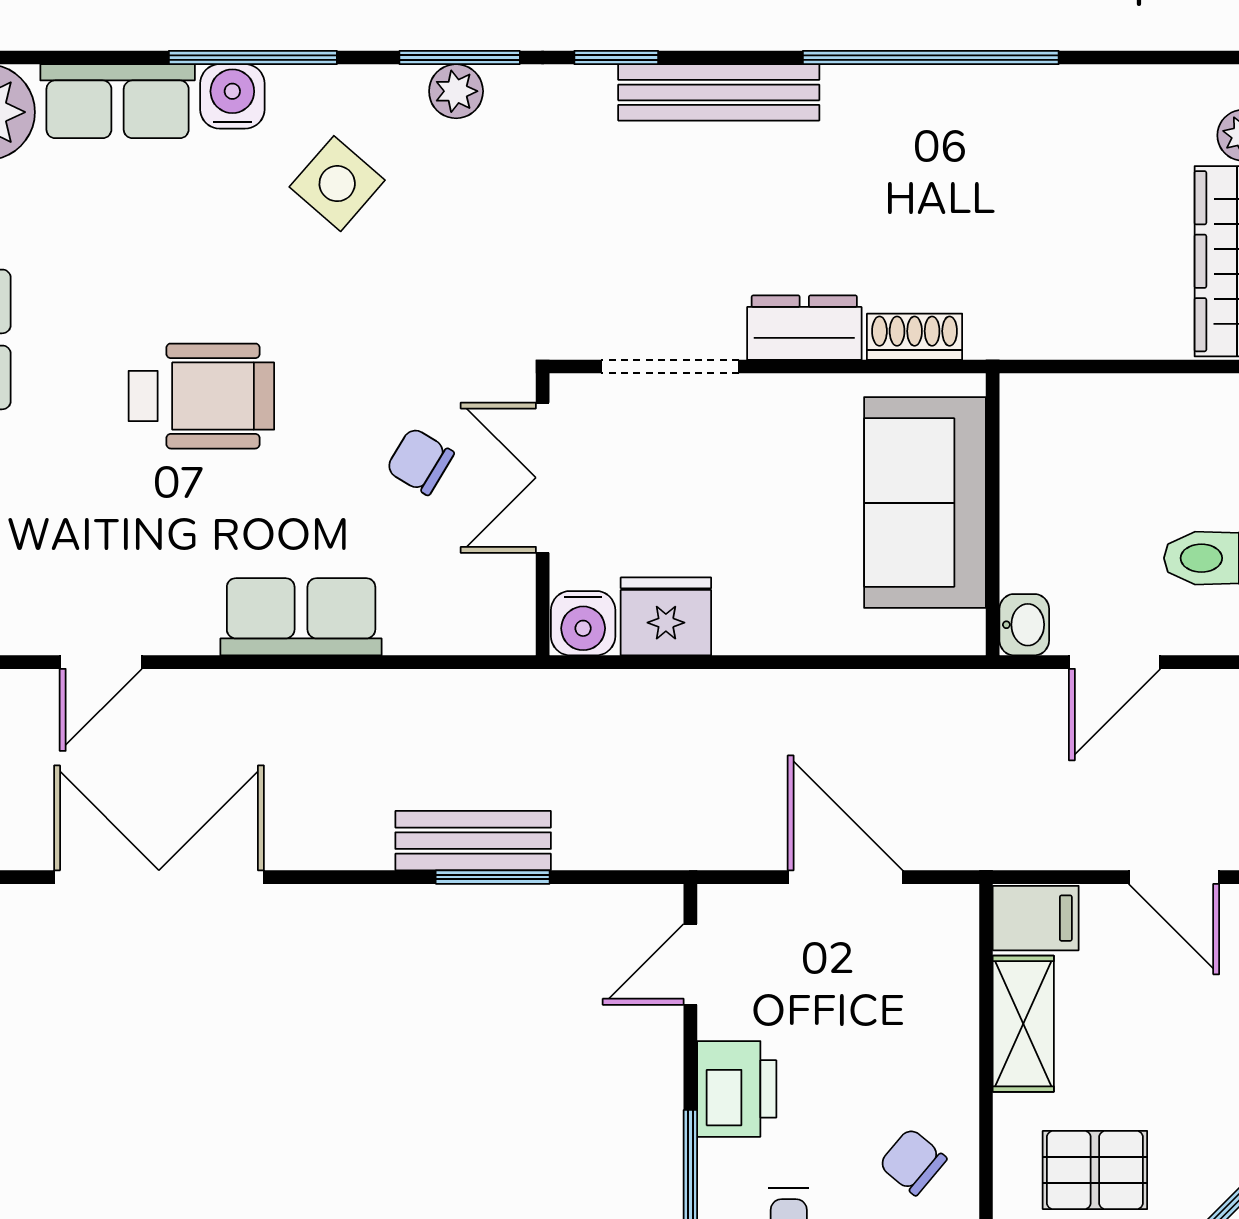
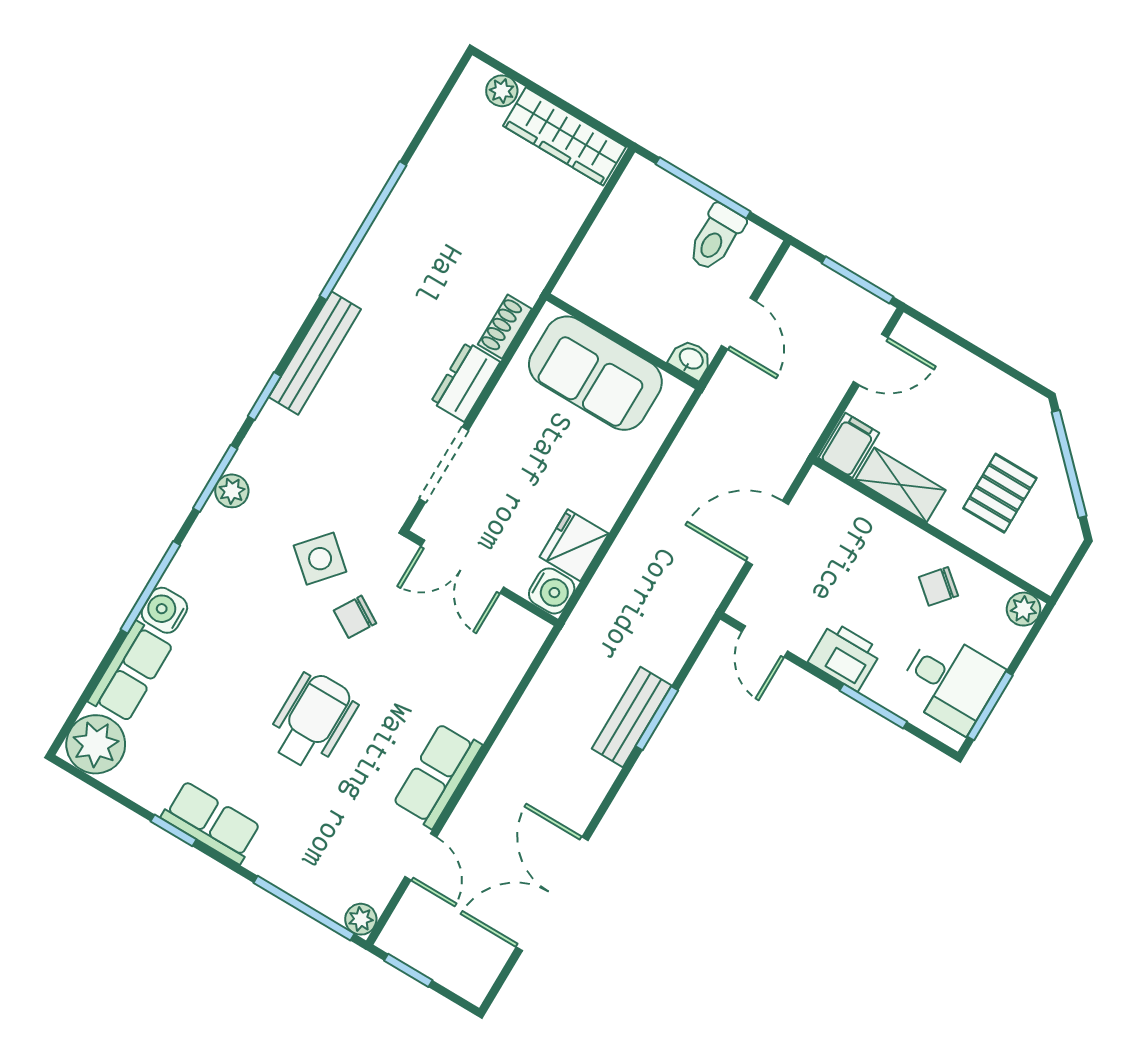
side table: (337, 184) -> (320, 559), moved
chair: (420, 461) -> (355, 617), moved
row of seats: (301, 617) -> (437, 775), moved

